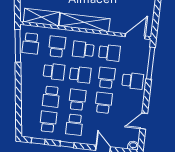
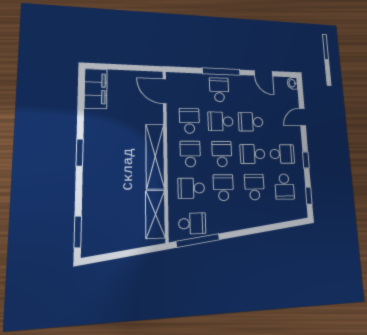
school desk: (83, 50) -> (190, 154), turned 180
window: (151, 63) -> (221, 72), moved
school desk: (51, 97) -> (254, 187), turned -90
school desk: (48, 122) -> (284, 187), turned -90

